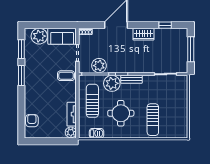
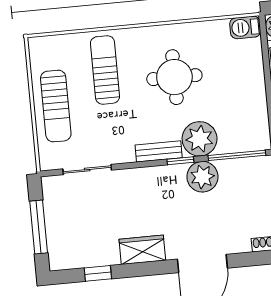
plant: (99, 66) -> (202, 177), moved
sun lounger: (92, 101) -> (56, 106), moved
barbecue: (97, 133) -> (245, 27), moved

